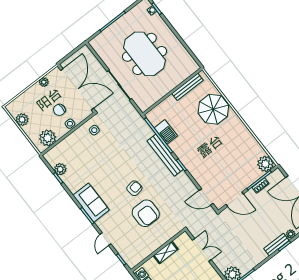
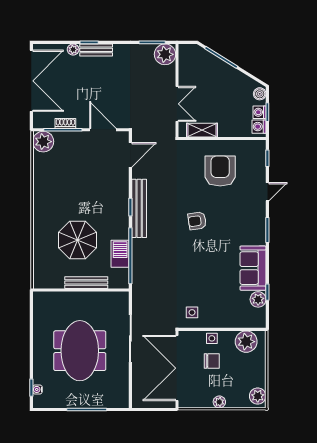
plant: (44, 82) -> (219, 402), moved
bench: (188, 87) -> (86, 283), moved
parasol: (213, 109) -> (77, 240), moved
plant: (22, 120) -> (258, 396), moved
bench: (165, 155) -> (139, 208), moved
door: (206, 197) -> (130, 155), hinge flipped
sofa: (91, 203) -> (253, 268), moved
armchair: (146, 213) -> (220, 171), moved
double door: (202, 250) -> (177, 104), swing flipped
shelving: (166, 252) -> (202, 130), moved

